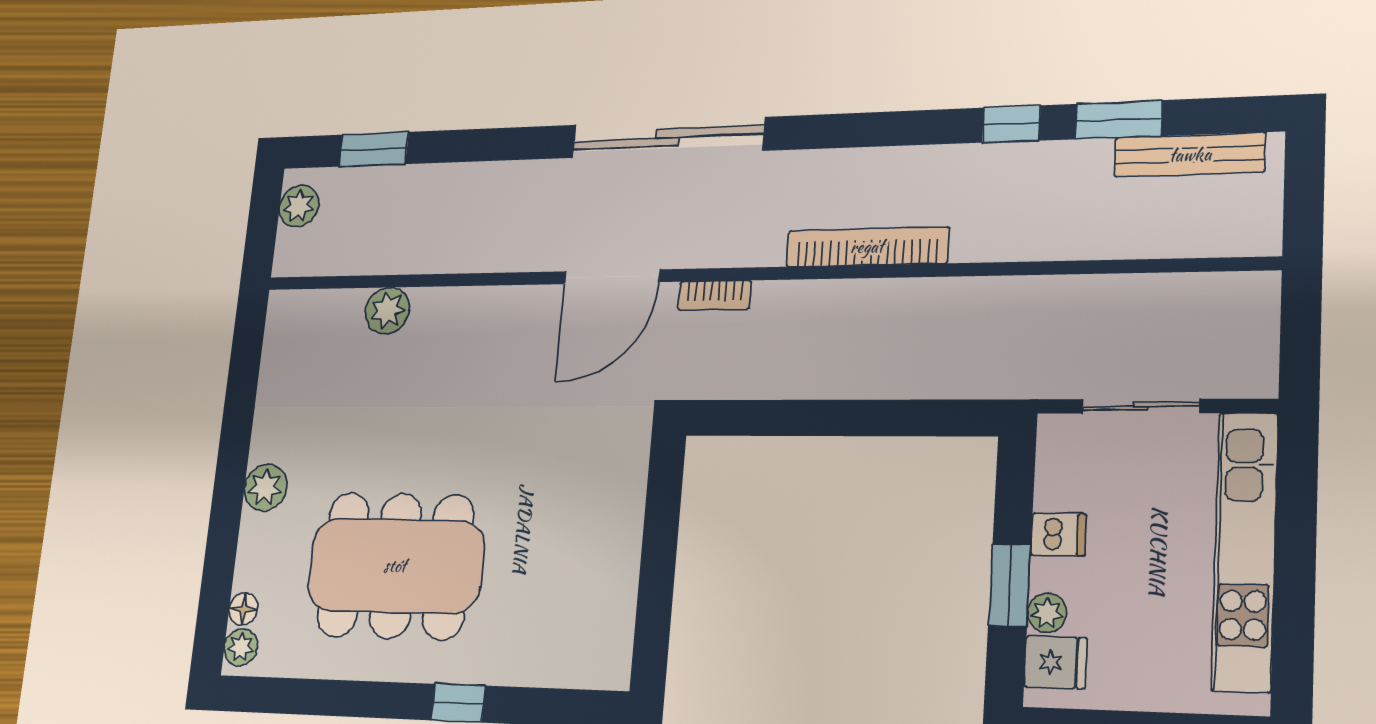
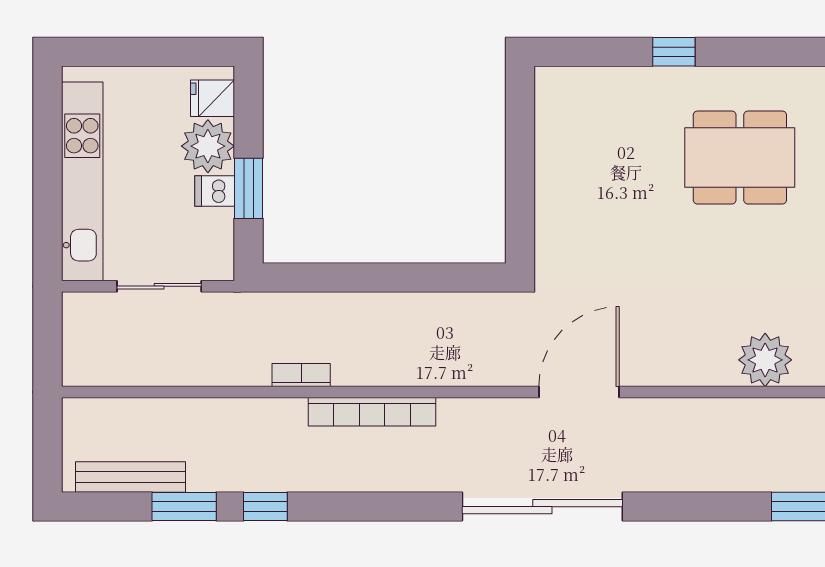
bookcase: (714, 295) -> (301, 375), moved
plant: (387, 311) -> (765, 360), width x1.36, depth x1.36
dining table: (395, 566) -> (740, 158), width x0.73, depth x0.80
window: (1010, 585) -> (249, 188), moved
plant: (1047, 613) -> (208, 146), width x1.87, depth x1.87

